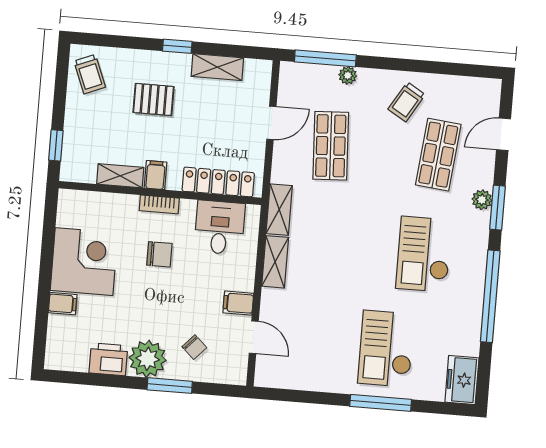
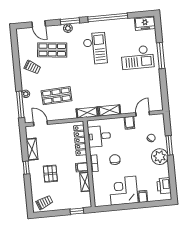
door: (271, 123) -> (40, 123), moved
checkout: (424, 254) -> (95, 49), turned -90
printer: (108, 359) -> (164, 186), moved

